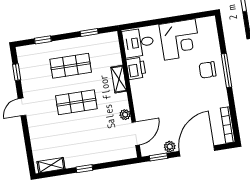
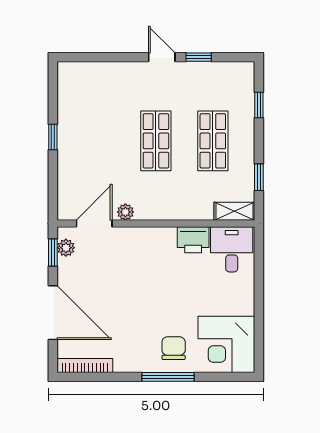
corner desk: (180, 39) -> (226, 344), moved
window: (17, 72) -> (199, 57), moved
shelving: (119, 79) -> (234, 211), moved
door: (136, 134) -> (94, 223), swing flipped
plant: (170, 147) -> (66, 248), moved
shelving: (51, 165) -> (66, 87), removed

